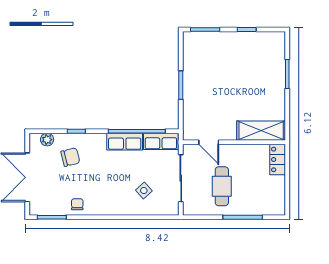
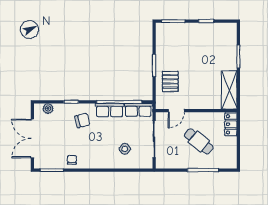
pallet: (201, 105) -> (170, 81), added
shelving: (261, 131) -> (229, 90), moved, turned 90
door: (209, 142) -> (176, 111), hinge flipped
chair: (70, 157) -> (82, 120), moved
cafe table: (222, 186) -> (199, 141), moved, turned -51

